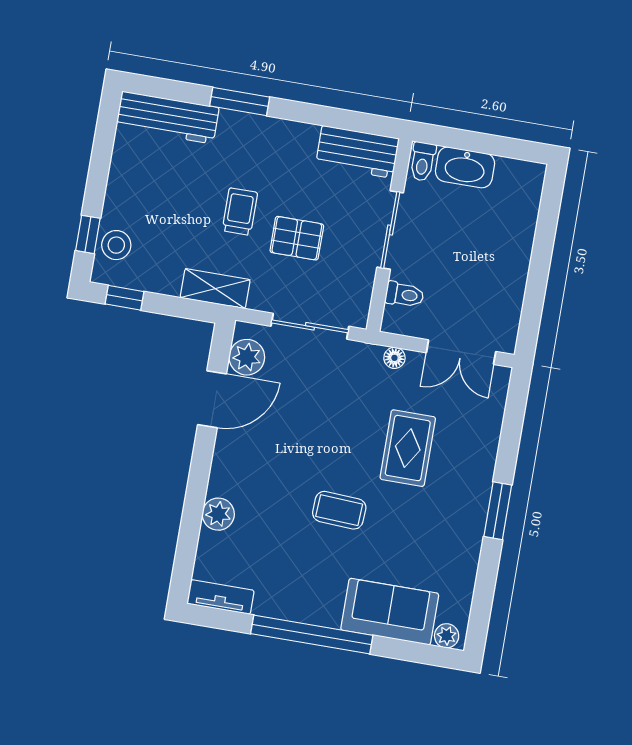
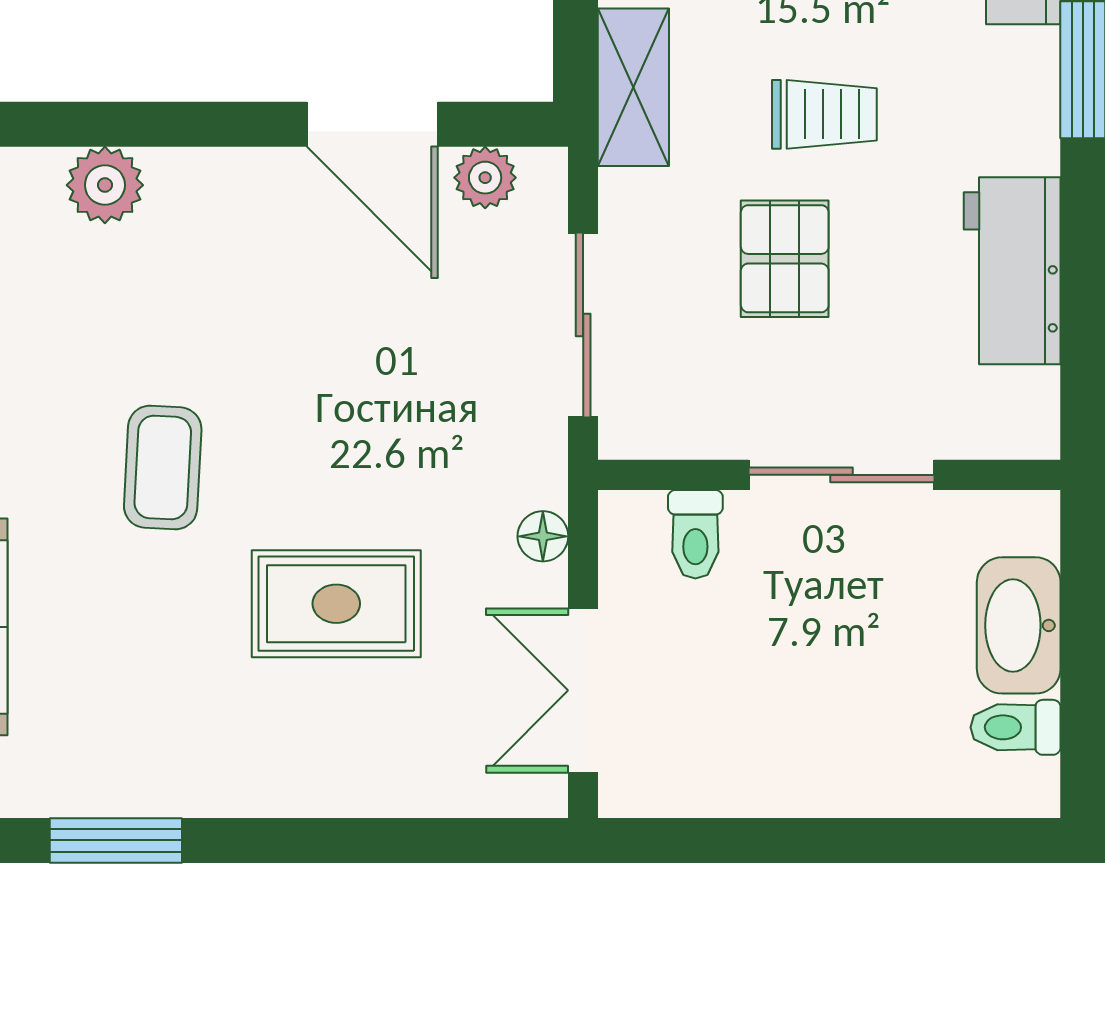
workbench: (357, 152) -> (1012, 271), moved
toilet: (423, 161) -> (1016, 727), moved
plant: (247, 357) -> (485, 178), width x0.73, depth x0.73
window: (498, 511) -> (116, 840), moved

